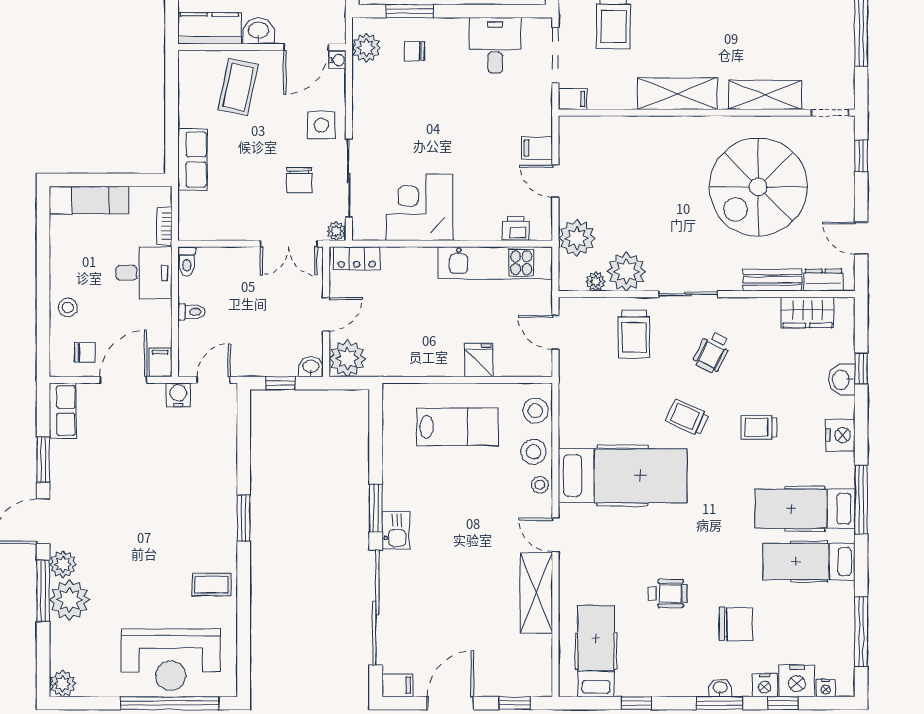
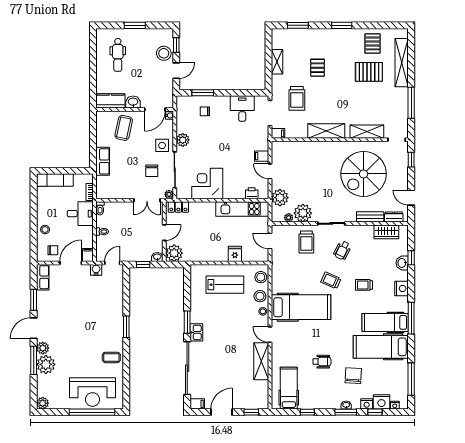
plant: (366, 48) -> (183, 140), moved
hospital bed: (809, 562) -> (381, 347), width x1.37, depth x1.29
chair: (736, 624) -> (353, 376), turned -87

